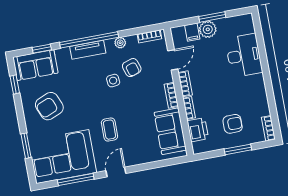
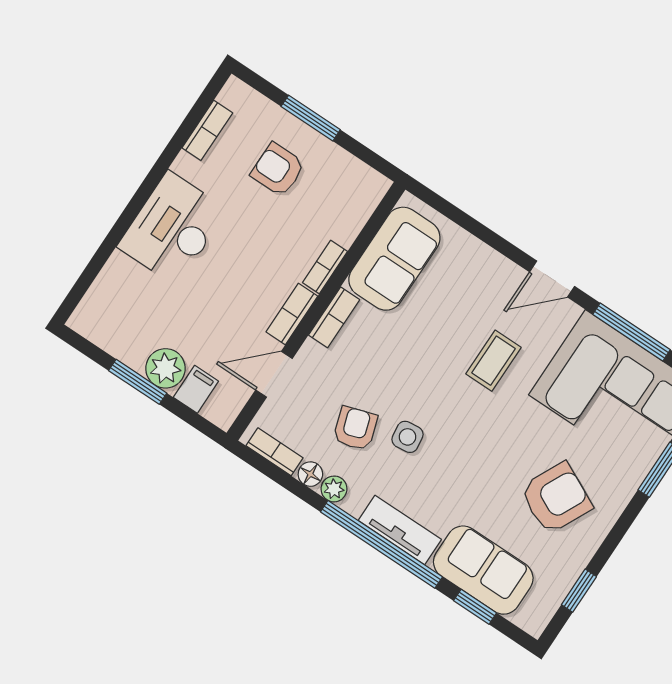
floor lamp: (132, 40) -> (310, 474), added
desk: (244, 55) -> (172, 228), moved
sofa: (35, 65) -> (483, 570), moved
armchair: (49, 106) -> (556, 498), turned -42
bookcase: (268, 128) -> (207, 130), moved
printer: (198, 130) -> (346, 216), removed

